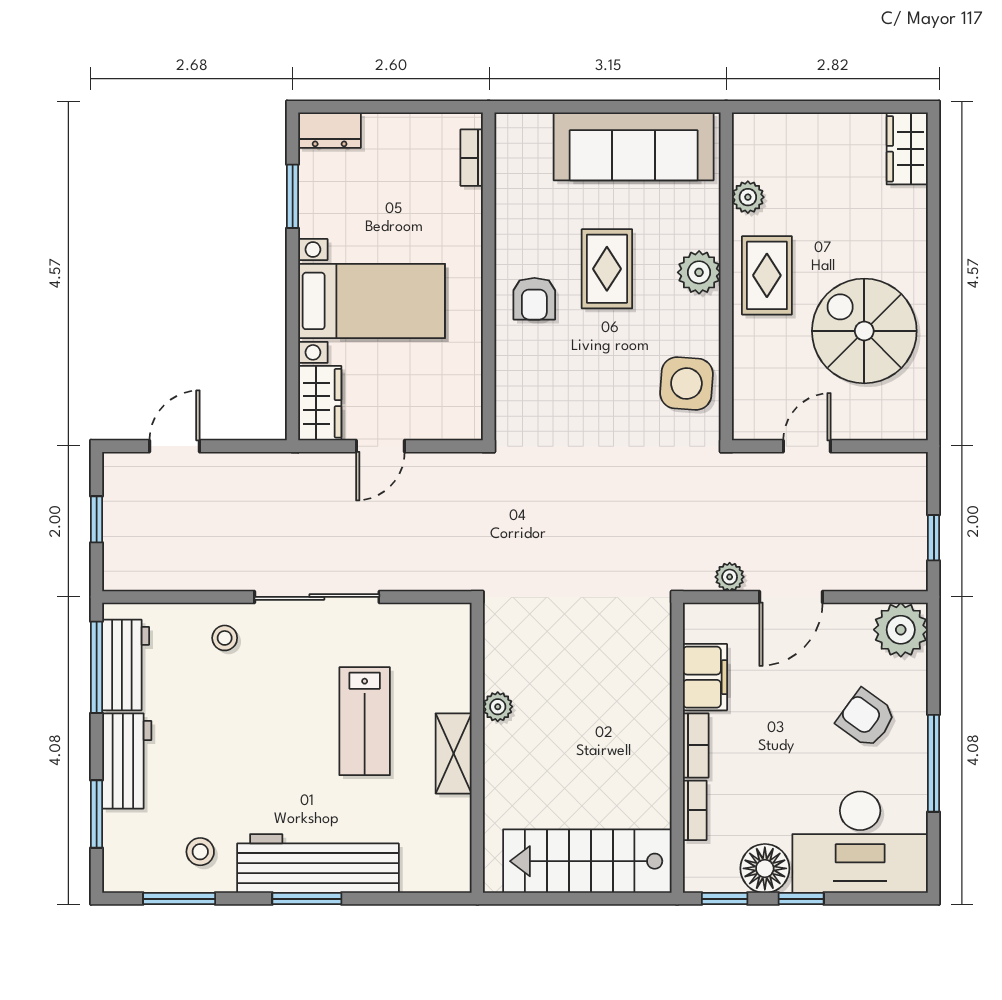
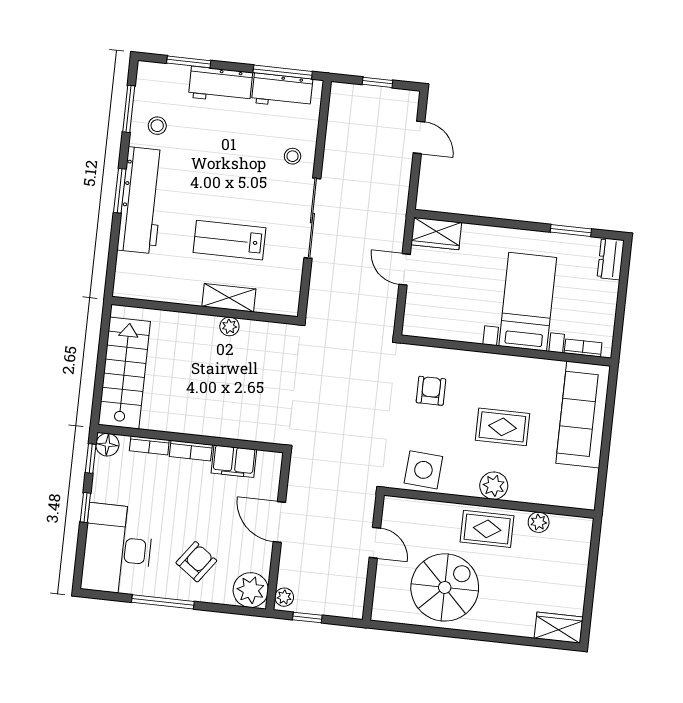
sofa: (634, 146) -> (583, 414), moved
armchair: (534, 299) -> (431, 391), moved, turned 90
bed with nightstands: (372, 301) -> (528, 302), moved, turned 180
plant: (730, 577) -> (284, 597), moved
shelving: (454, 753) -> (229, 298), moved
floor lamp: (765, 868) -> (107, 445), moved, width x0.73, depth x0.73

